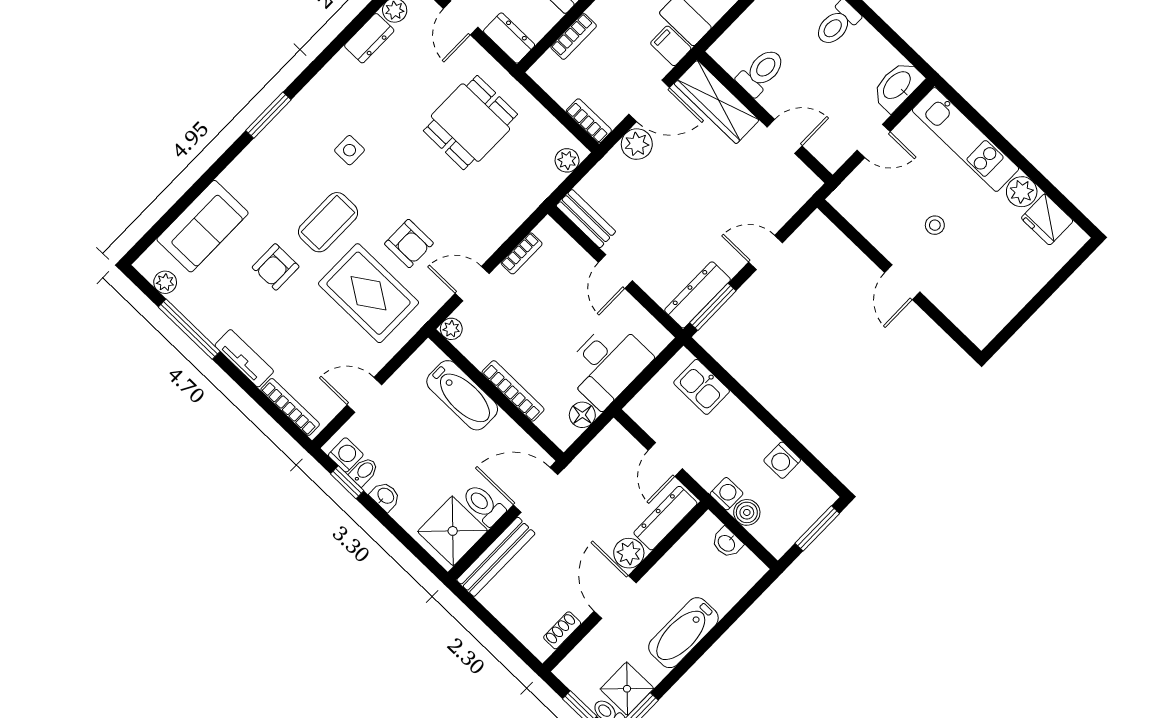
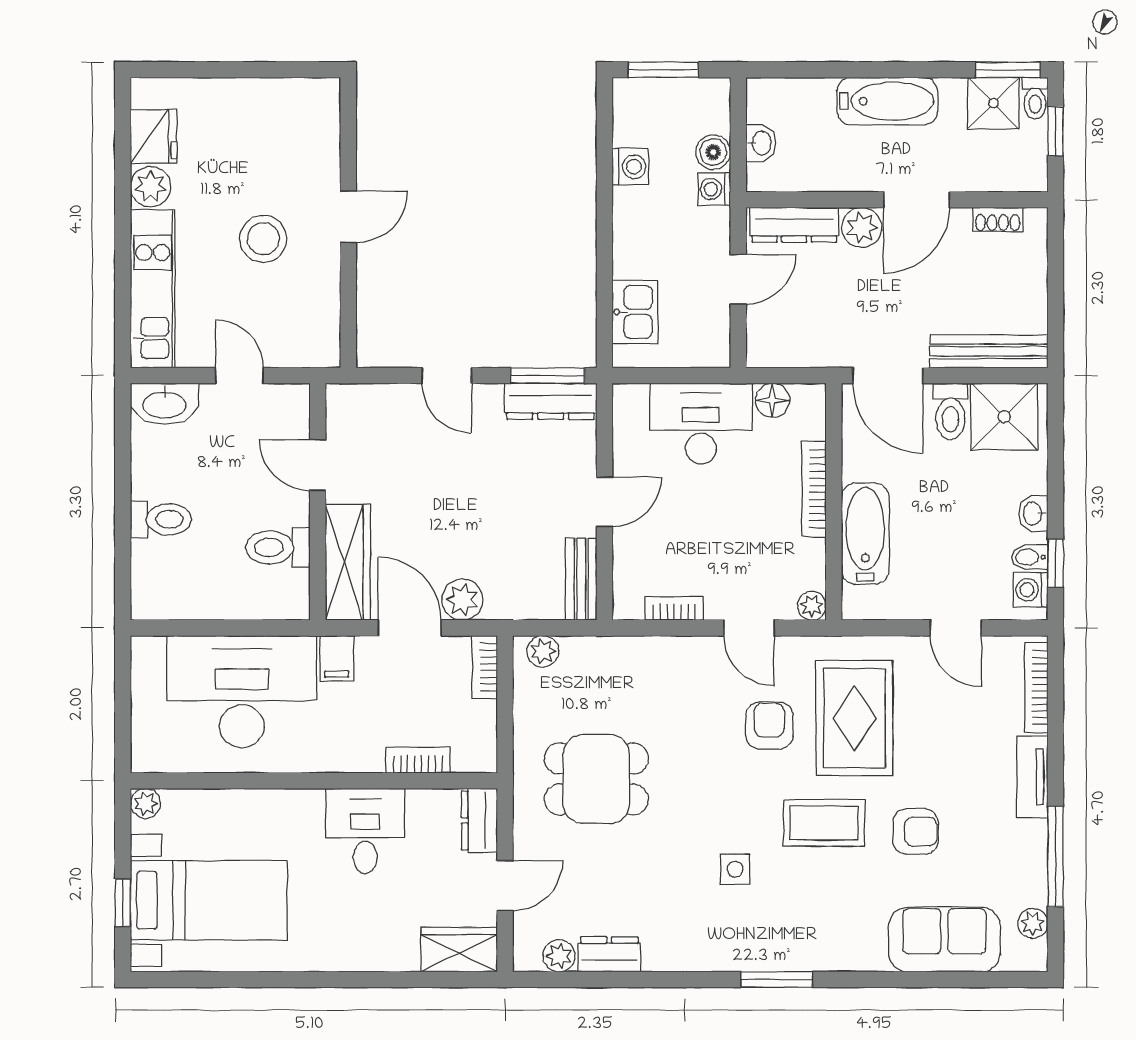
stool: (935, 225) -> (263, 239), width x1.89, depth x1.89

